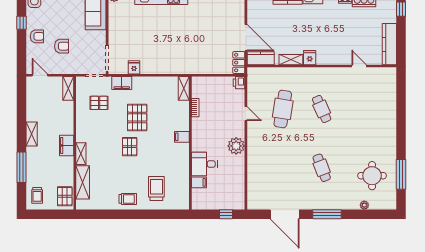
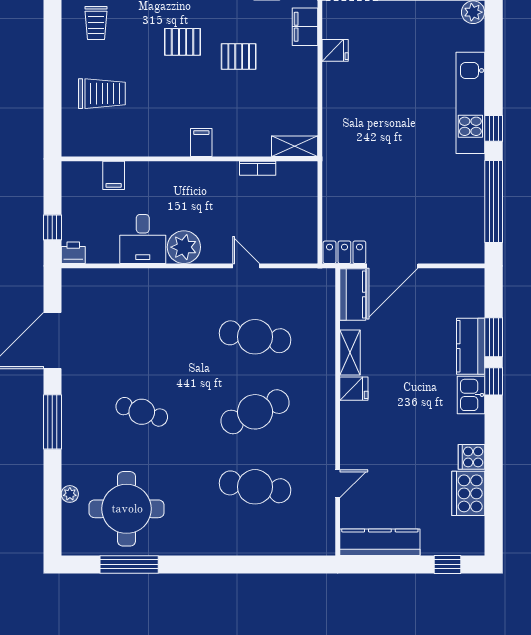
printer: (239, 83) -> (73, 253), moved
cafe table: (322, 109) -> (255, 412), width x1.37, depth x1.35
cafe table: (361, 109) -> (255, 487), added
door: (246, 114) -> (246, 266), swing flipped
pallet: (137, 117) -> (239, 57), width x0.67, depth x0.71
desk: (204, 164) -> (143, 239), moved, turned 180
cafe table: (322, 168) -> (142, 412), turned 39
round table: (372, 176) -> (127, 509), width x1.36, depth x1.36
trolley: (128, 199) -> (96, 23), moved

